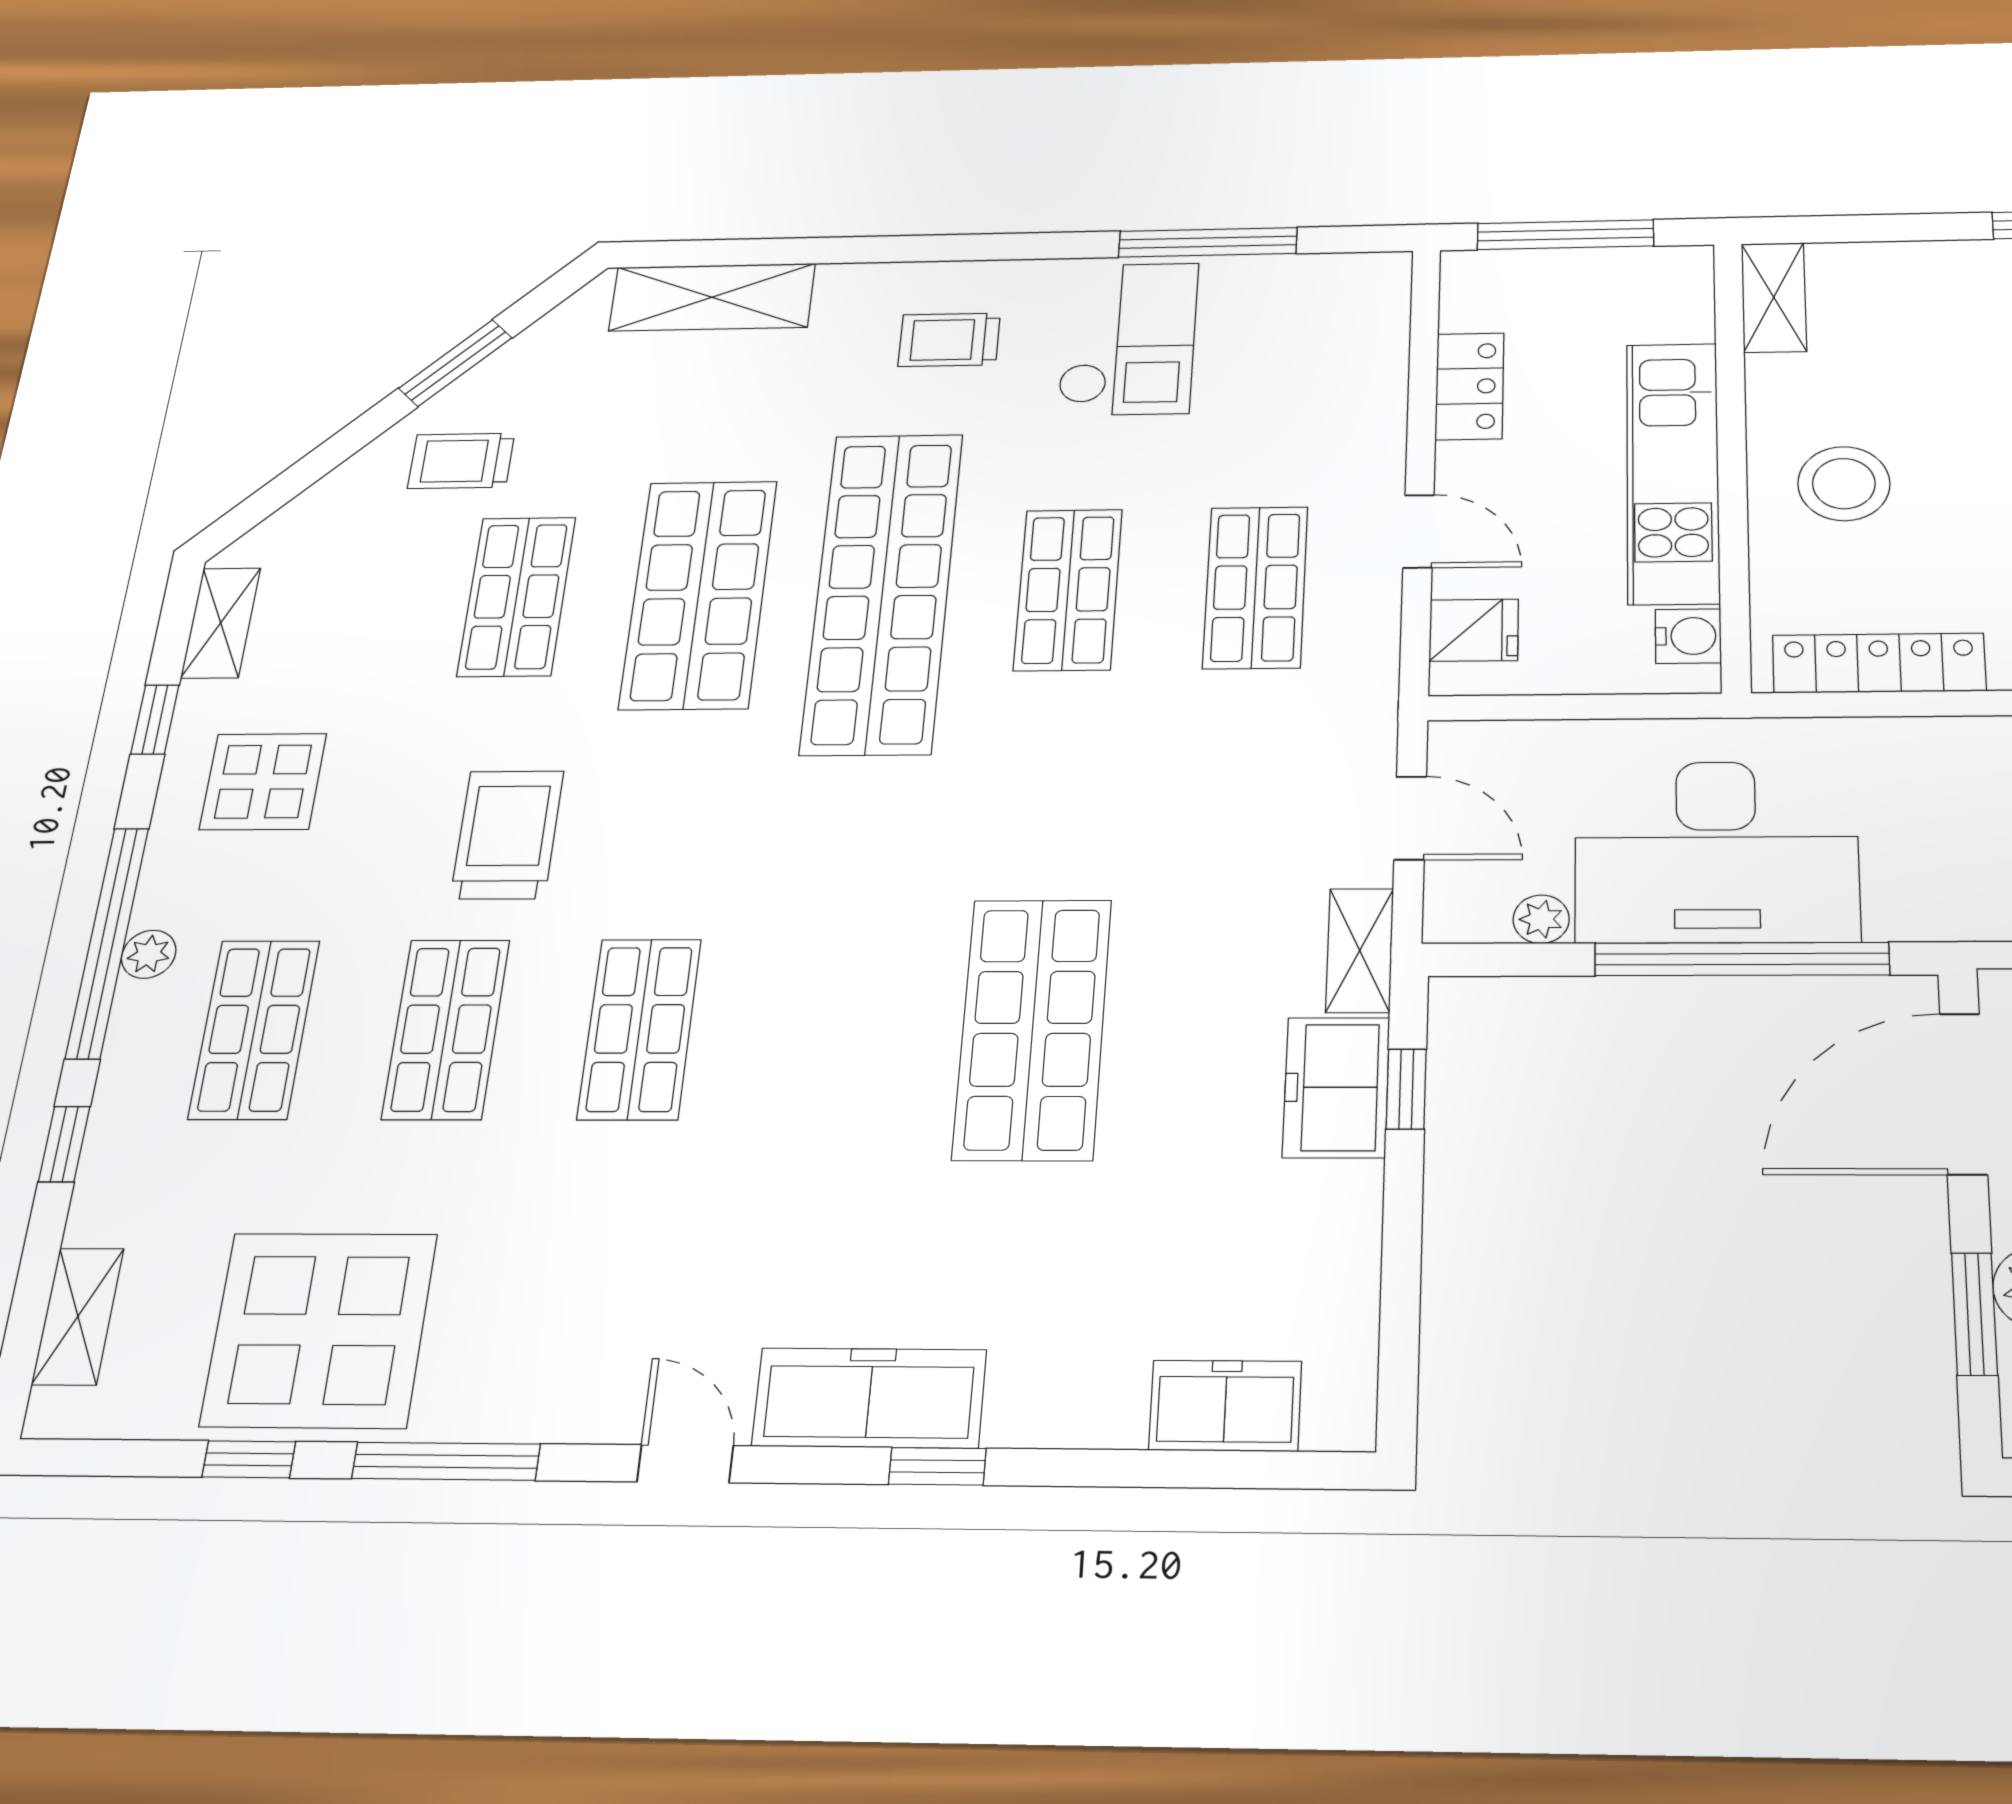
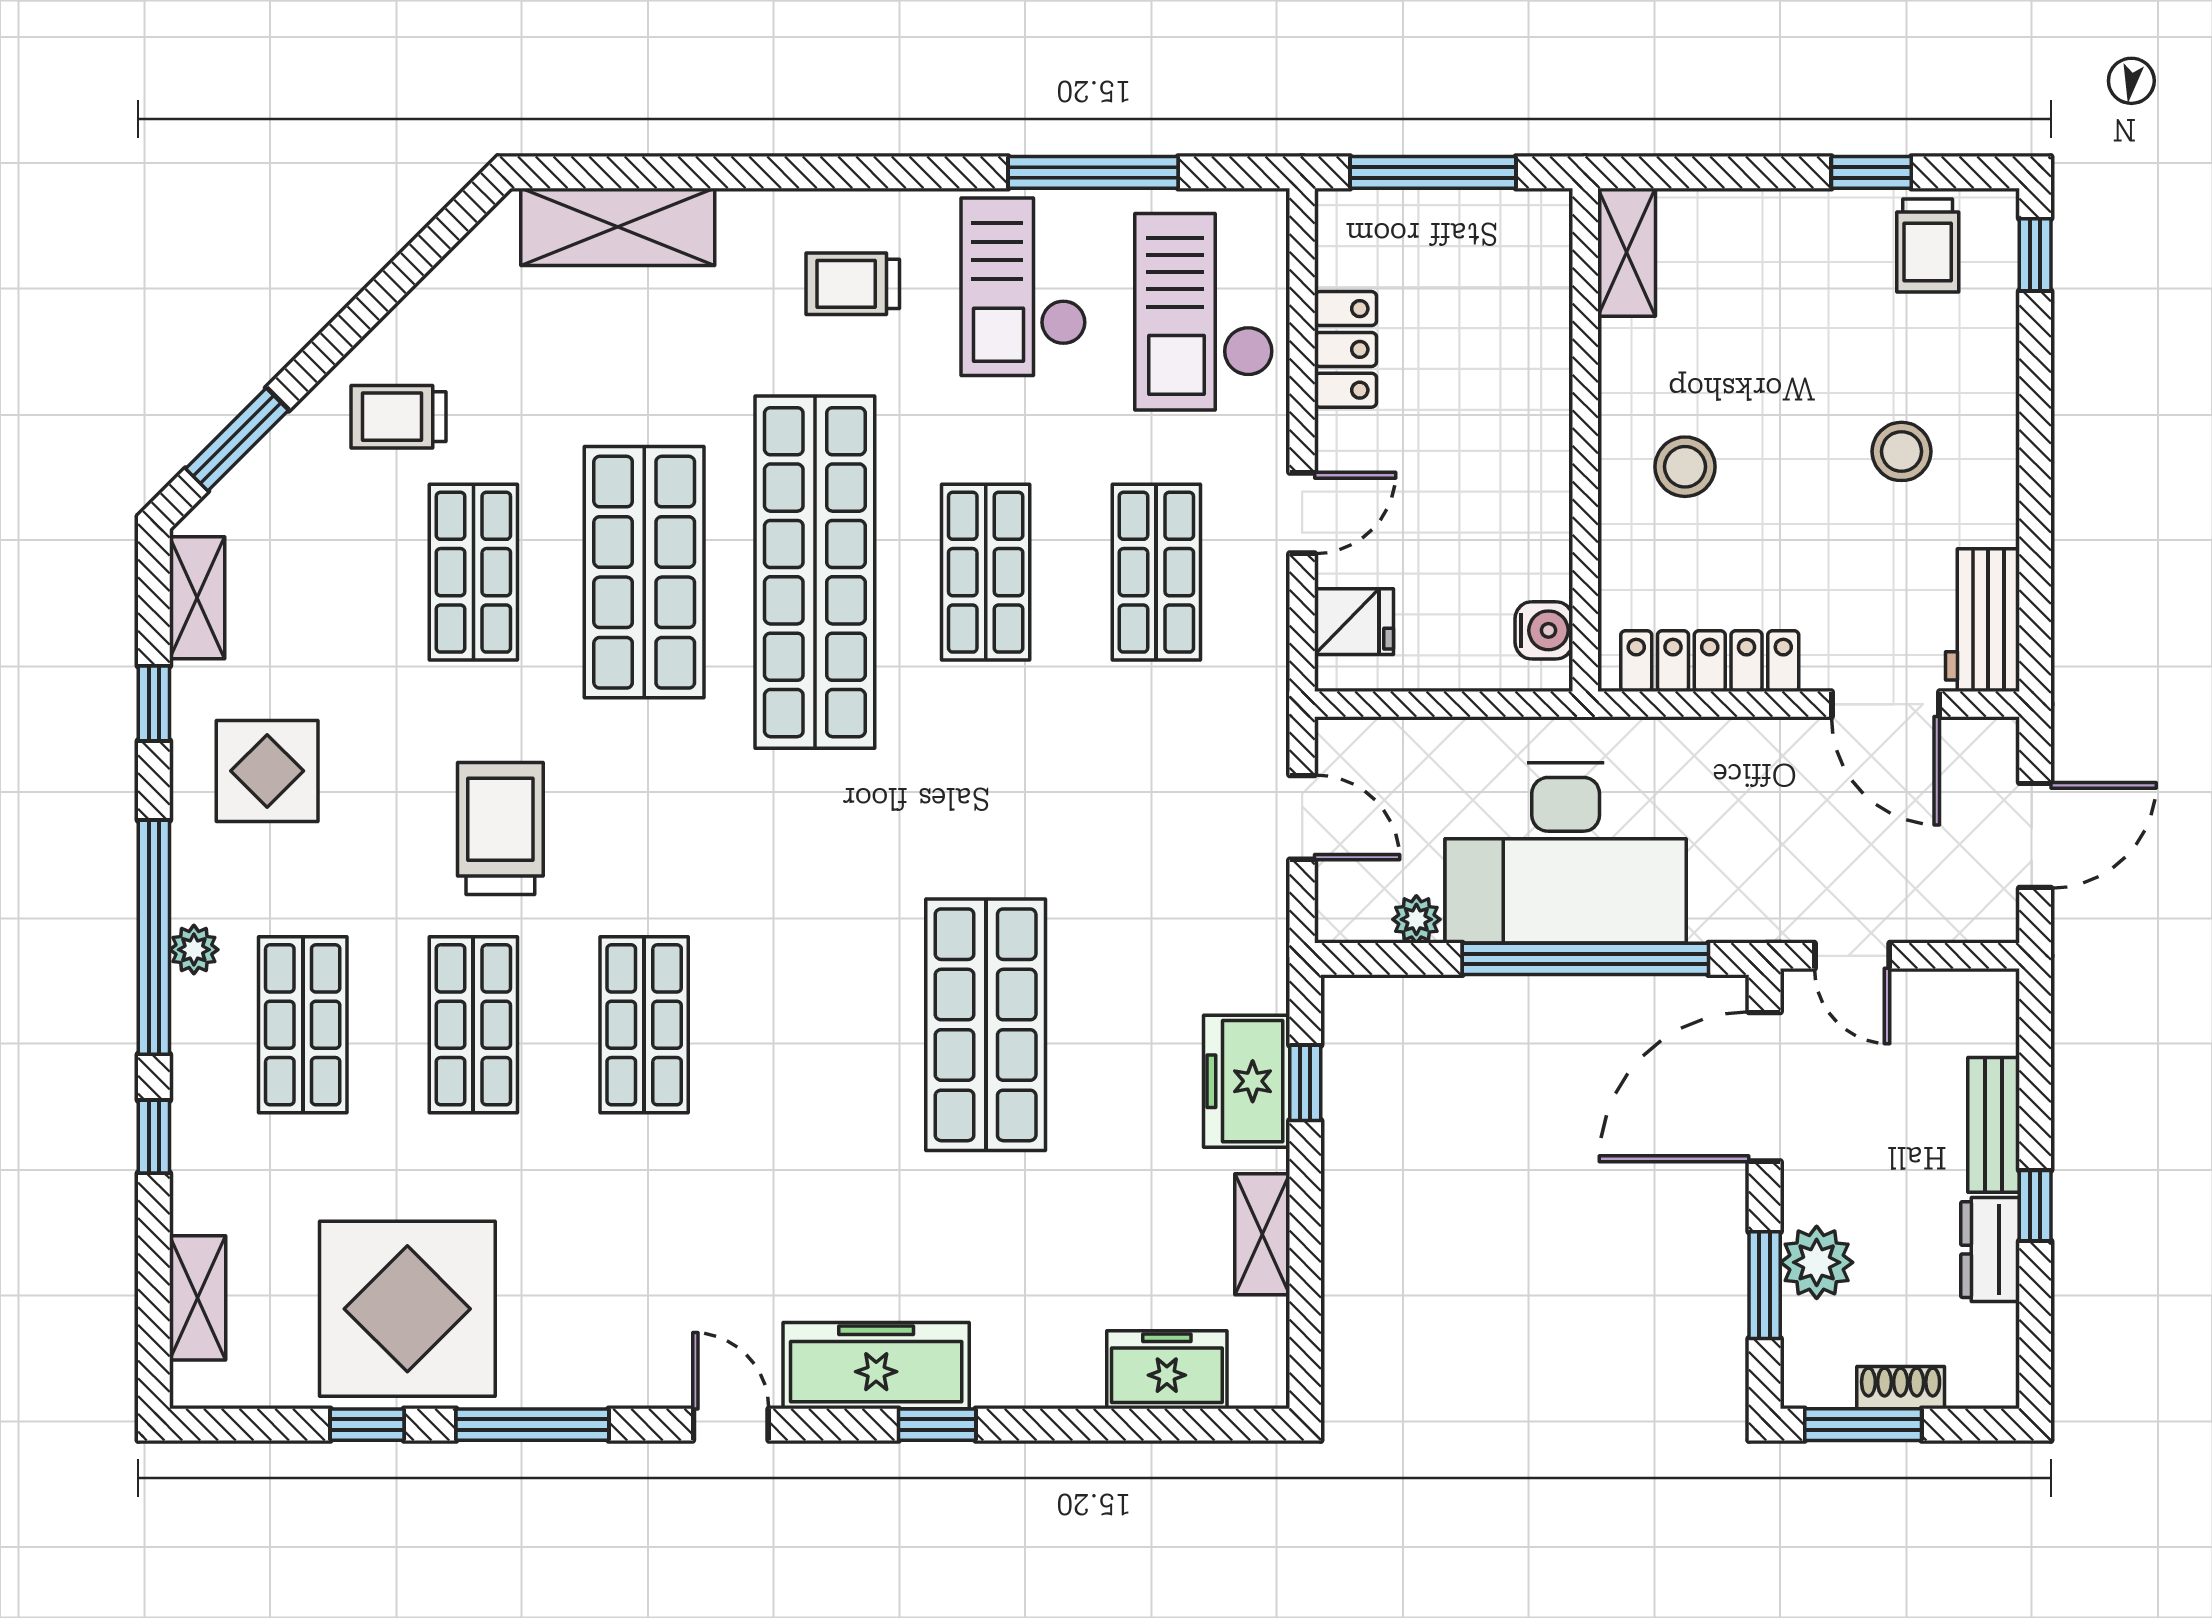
checkout: (1128, 339) -> (1023, 287), turned 180
checkout: (1318, 357) -> (1204, 312), added
window: (455, 363) -> (237, 440), moved
kitchen unit: (1673, 472) -> (1532, 451), removed
stool: (1844, 484) -> (1685, 467), width x0.73, depth x0.73
door: (1418, 531) -> (1302, 513), hinge flipped
shelving: (1360, 950) -> (1262, 1234), moved

